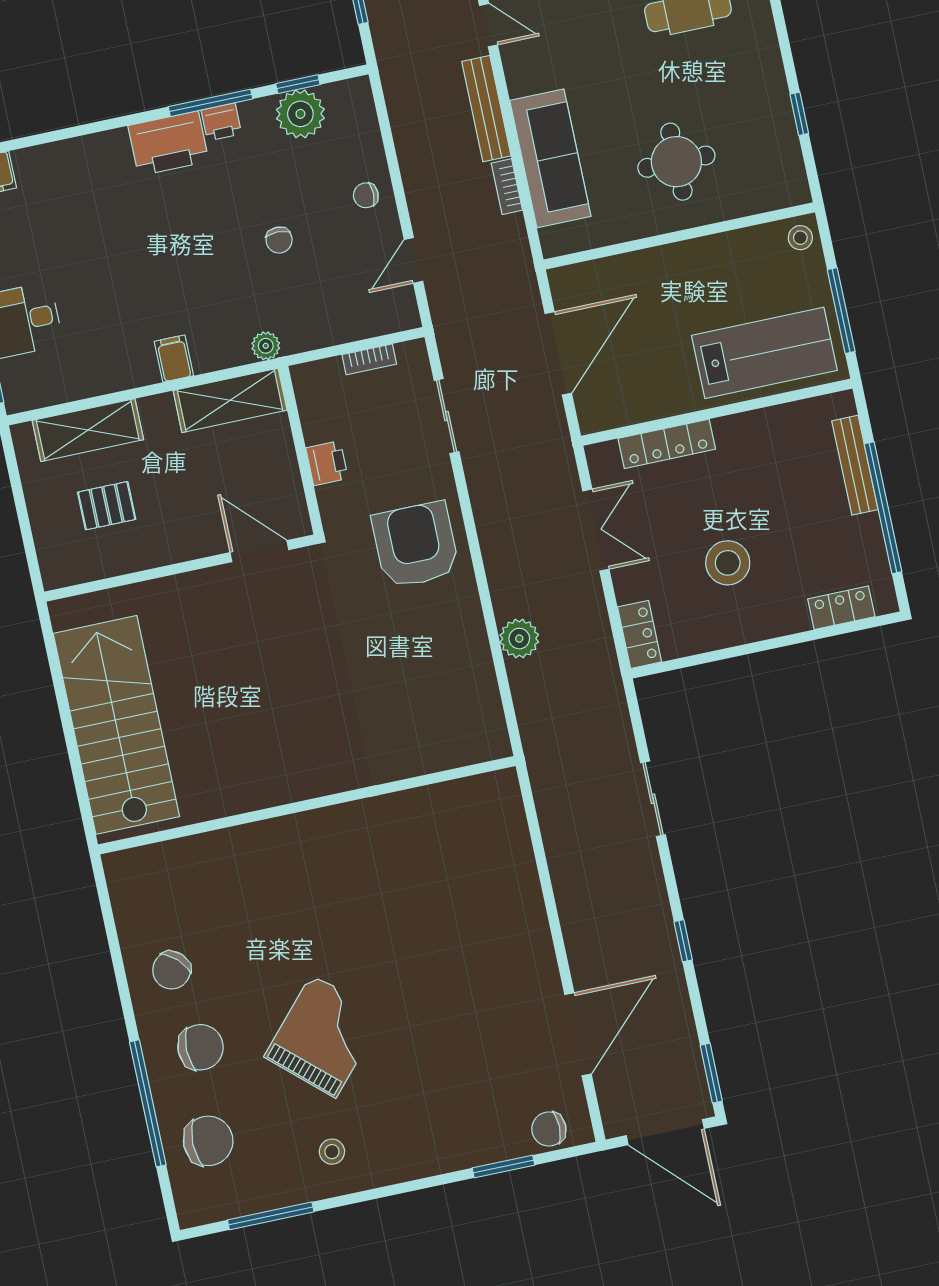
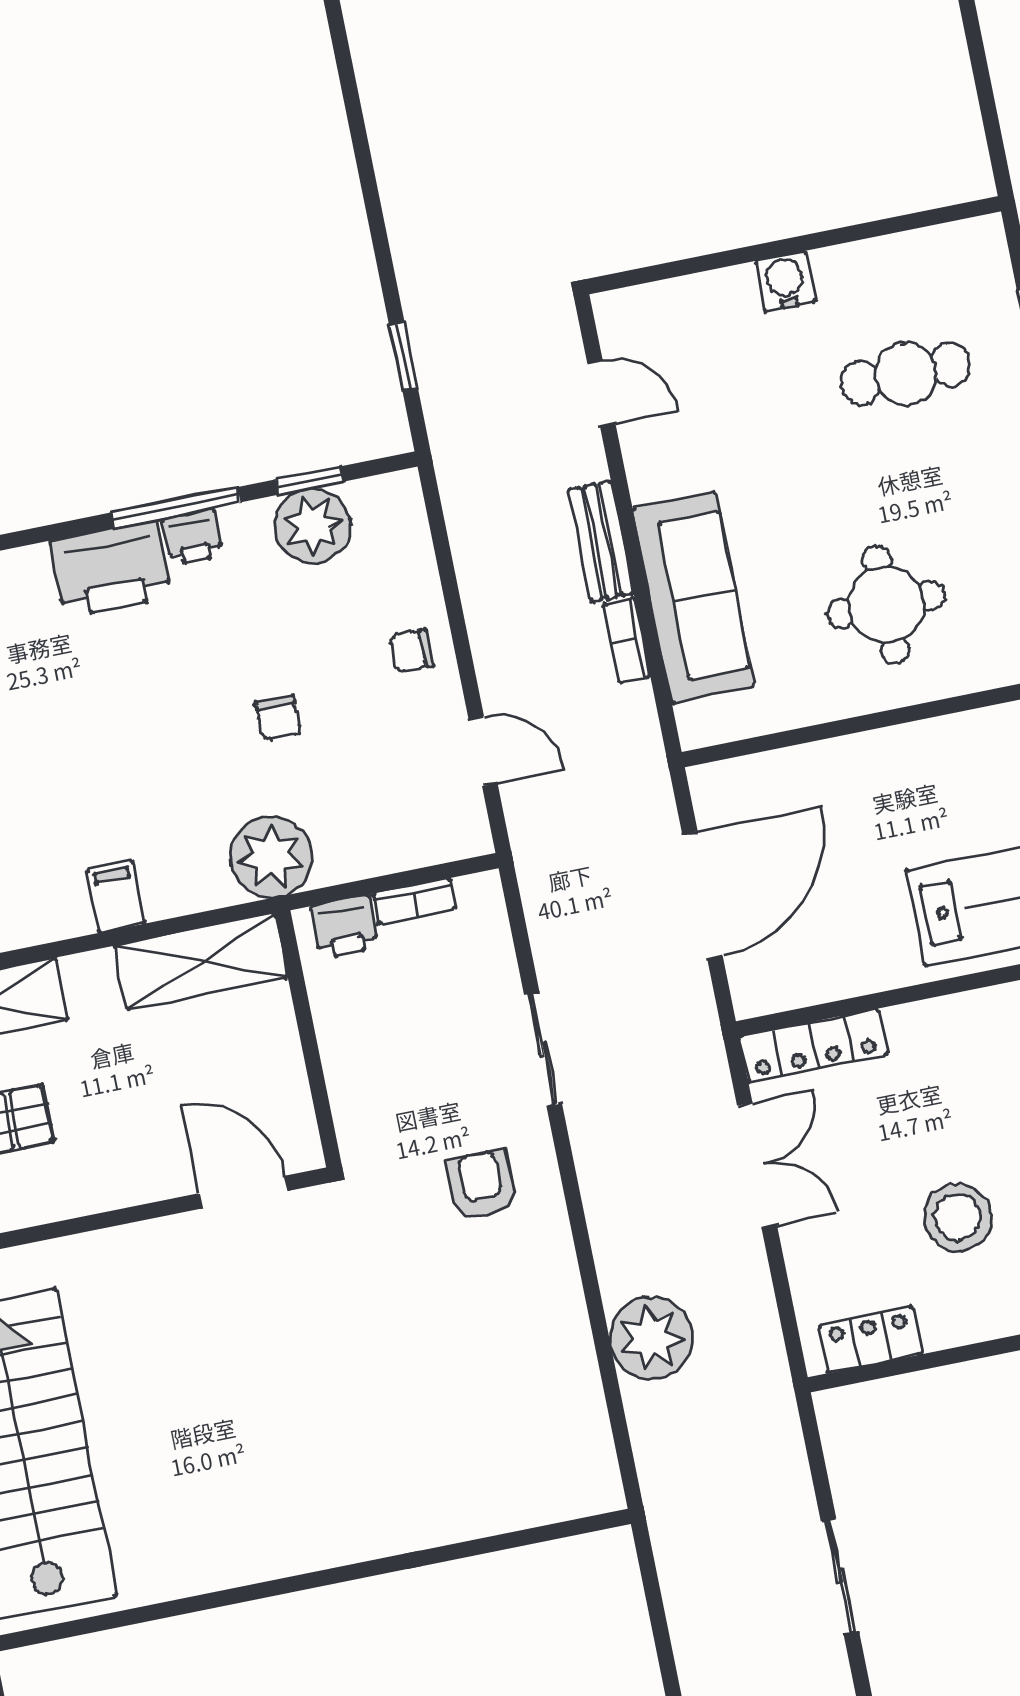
bench: (486, 109) -> (601, 541), width x0.73
door: (413, 260) -> (483, 751), swing flipped
plant: (266, 346) -> (271, 857), width x1.87, depth x1.87
sliding door: (447, 416) -> (543, 1049), moved
locker: (667, 444) -> (813, 1046), moved
printer: (327, 463) -> (344, 927), moved, turned 90
armchair: (415, 545) -> (482, 1185), width x0.53, depth x0.53
locker: (640, 634) -> (870, 1340), moved, turned -90
plant: (519, 639) -> (651, 1338), width x1.36, depth x1.36

